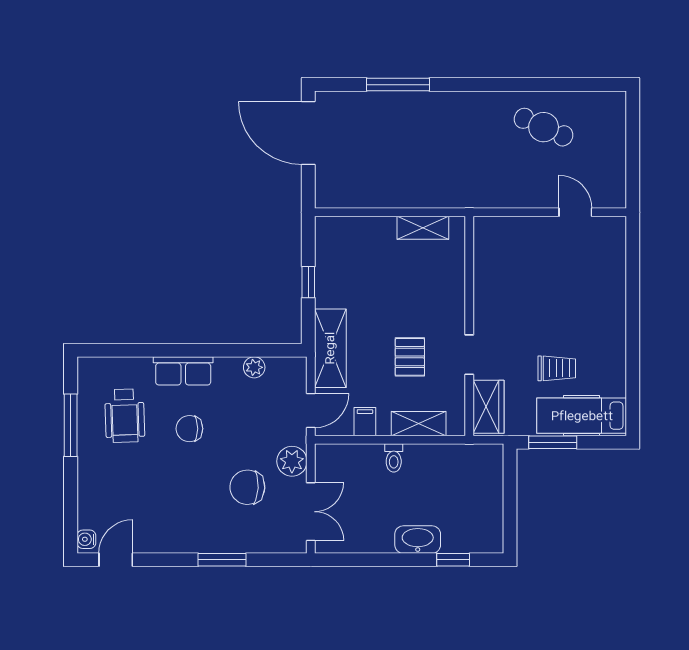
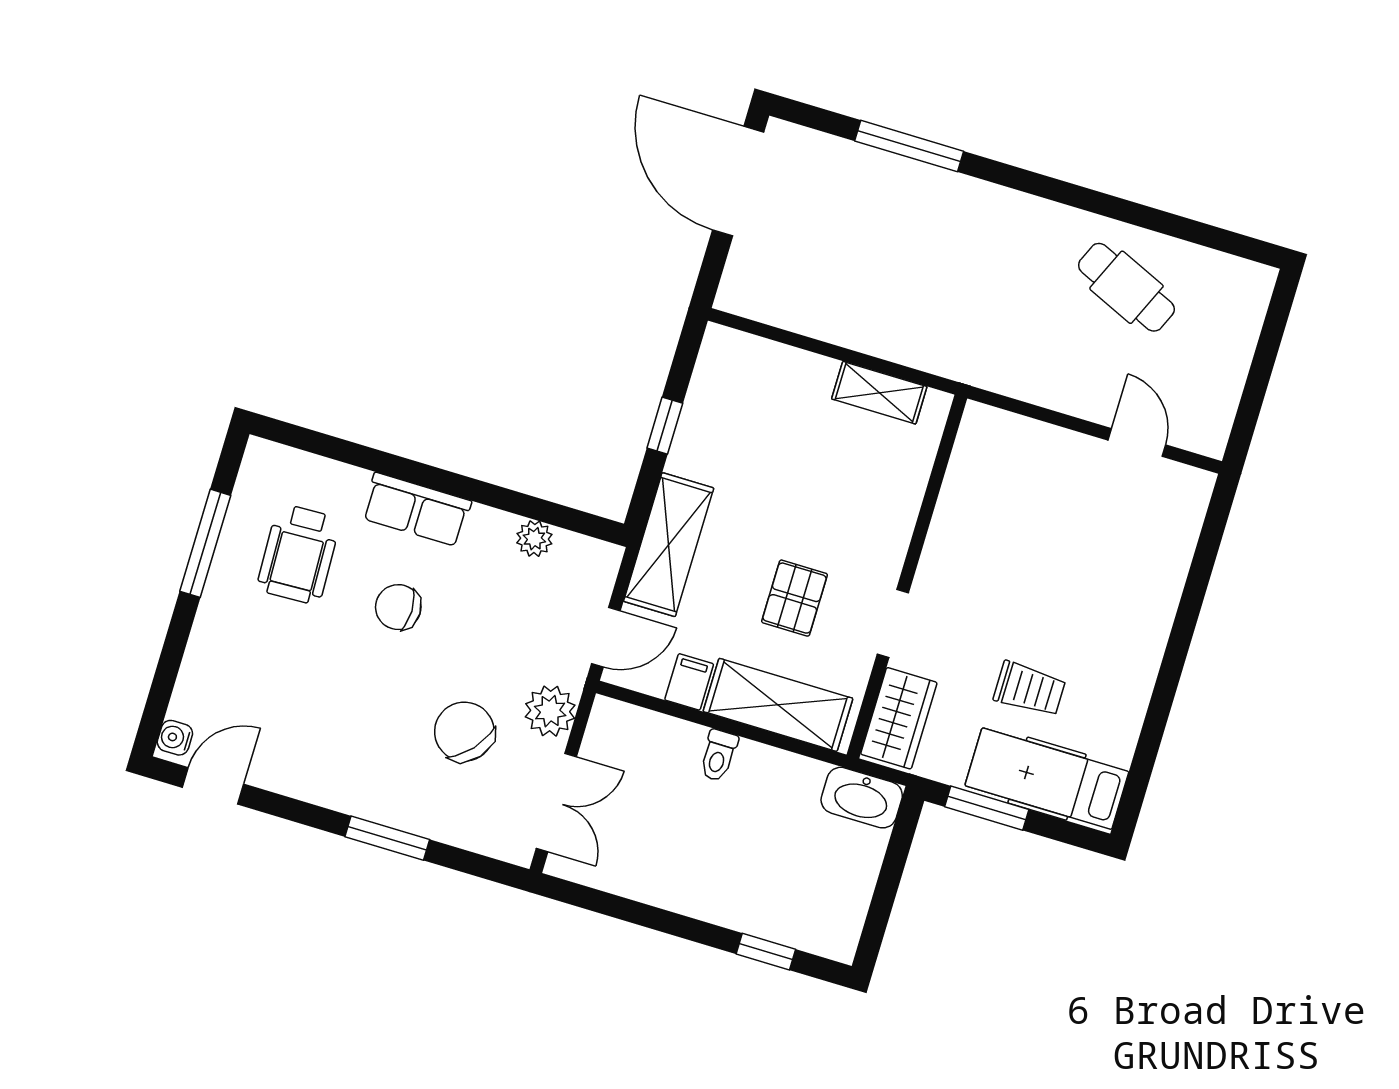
shelving: (419, 424) -> (778, 705), width x1.50, depth x1.33
chair: (247, 487) -> (464, 732), turned 38
washbasin: (418, 540) -> (862, 798), moved, turned 180

